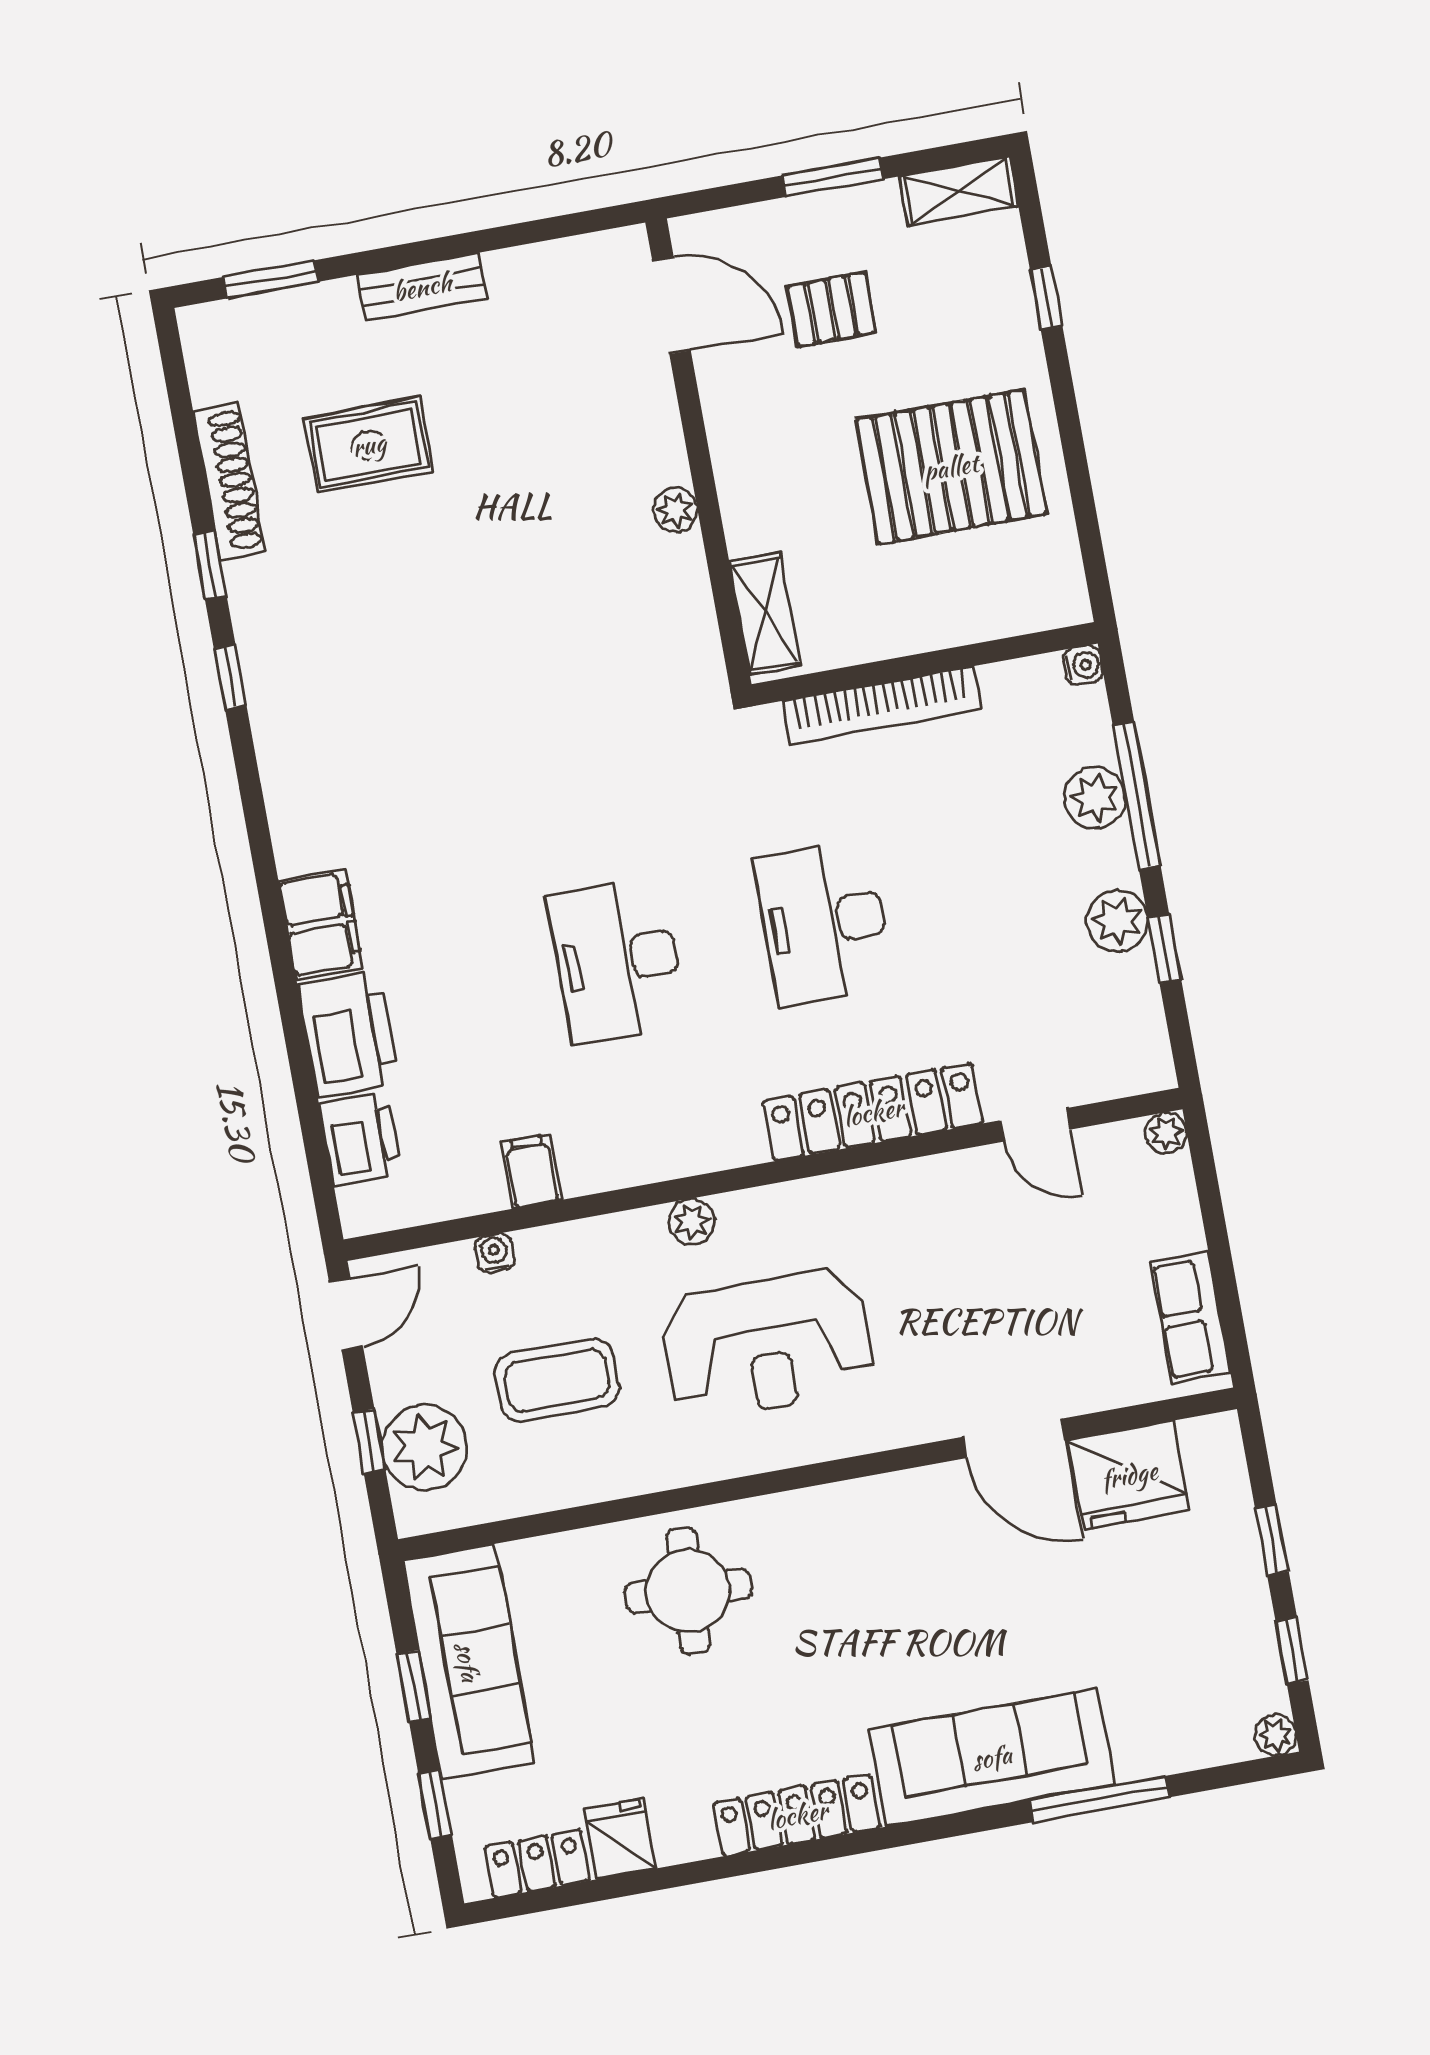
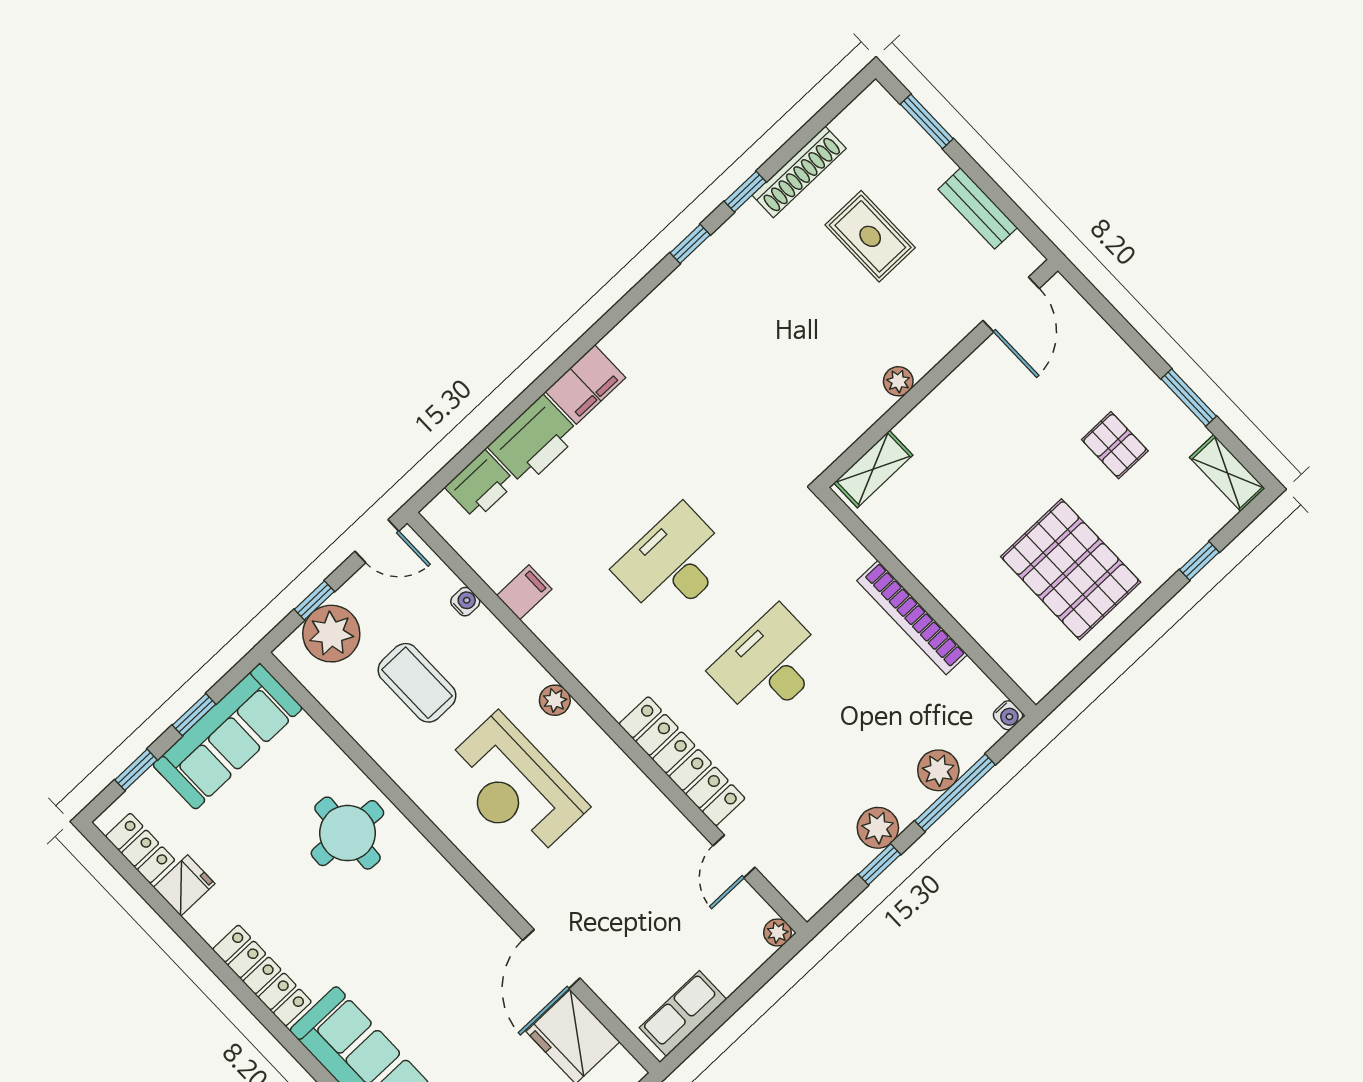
door: (671, 306) -> (1011, 304), moved
wall: (698, 453) -> (938, 373), moved
plant: (675, 510) -> (898, 381), moved
shelving: (765, 614) -> (873, 469), moved

